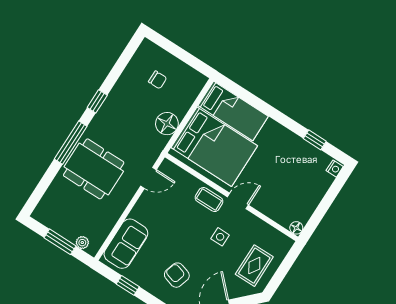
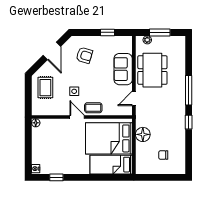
dining table: (94, 169) -> (152, 70), moved, turned 90
door: (238, 201) -> (77, 117), swing flipped
sofa: (126, 244) -> (123, 69), moved

